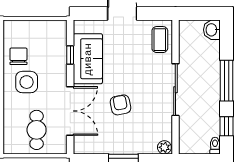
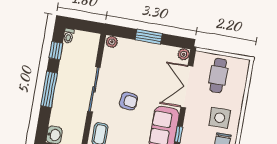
armchair: (121, 105) -> (129, 101), moved, turned -73
plant: (80, 147) -> (184, 54), added

